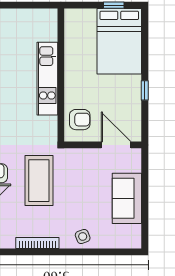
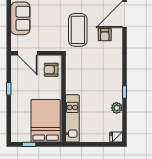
bed: (119, 41) -> (46, 121), moved
kitchen unit: (47, 79) -> (72, 118), moved

